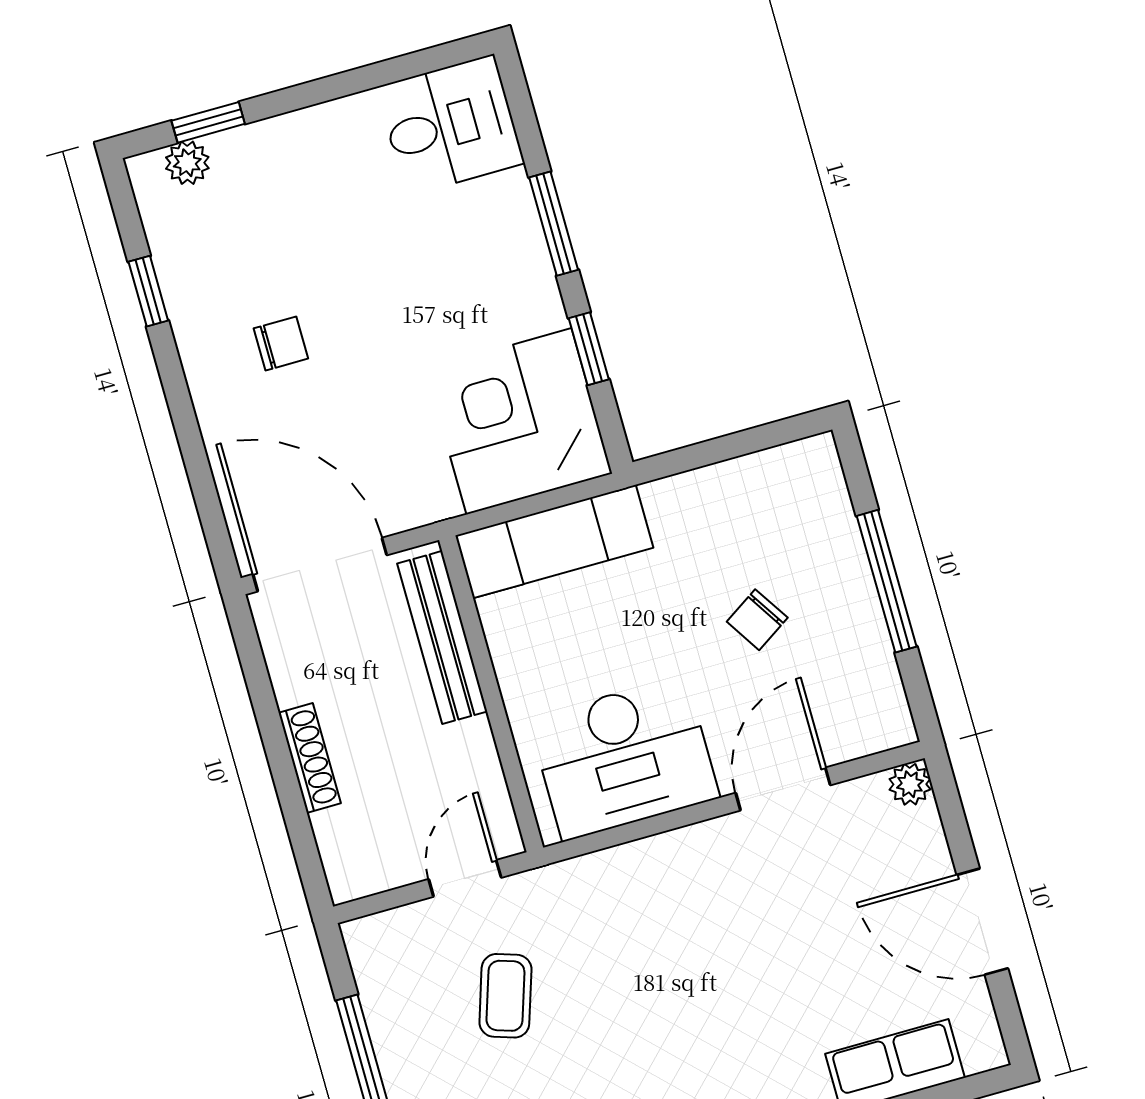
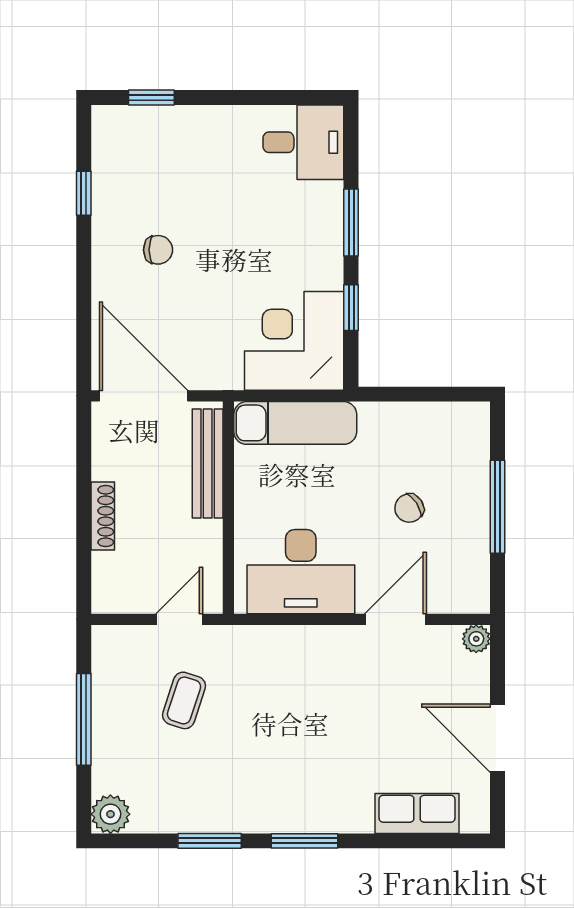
plant: (187, 163) -> (131, 119), removed

